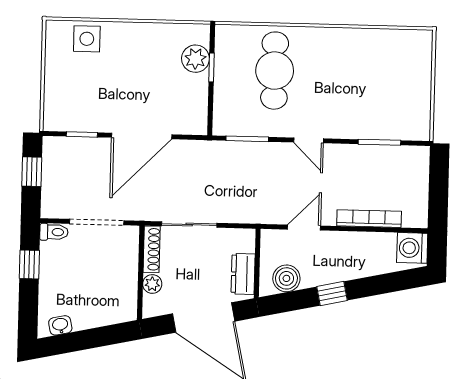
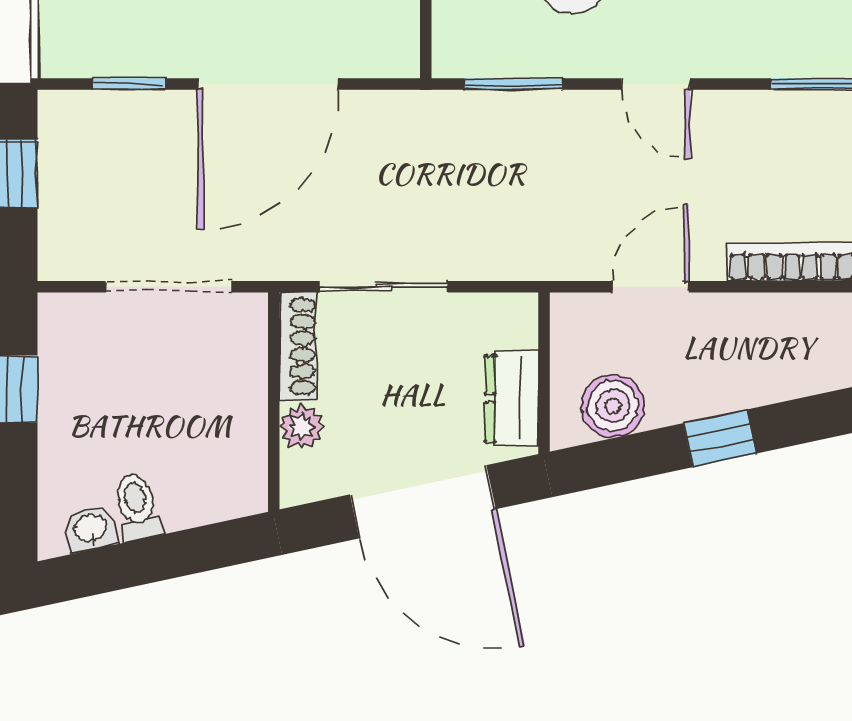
toilet: (54, 232) -> (137, 507), moved, turned -102

